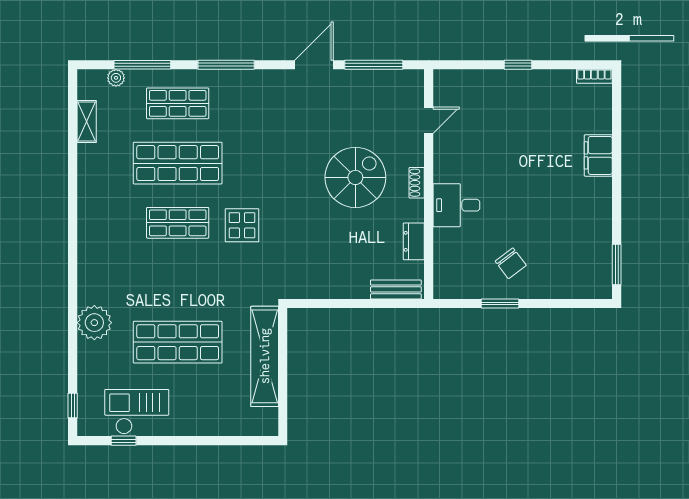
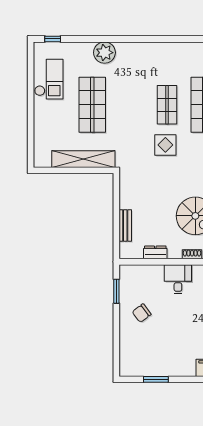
window: (617, 264) -> (156, 379), moved
bench: (396, 289) -> (125, 225), moved
window: (500, 303) -> (116, 291), moved
window: (124, 441) -> (31, 71), removed

